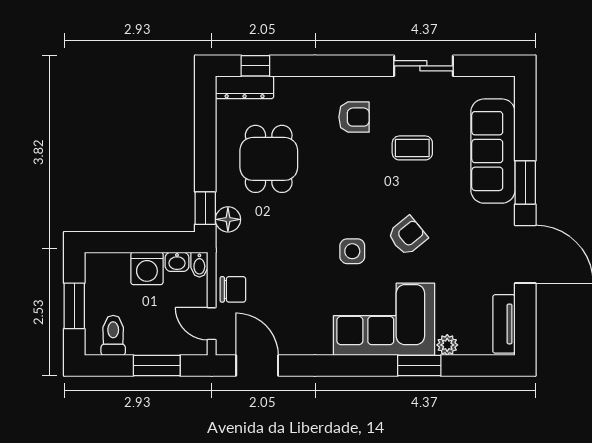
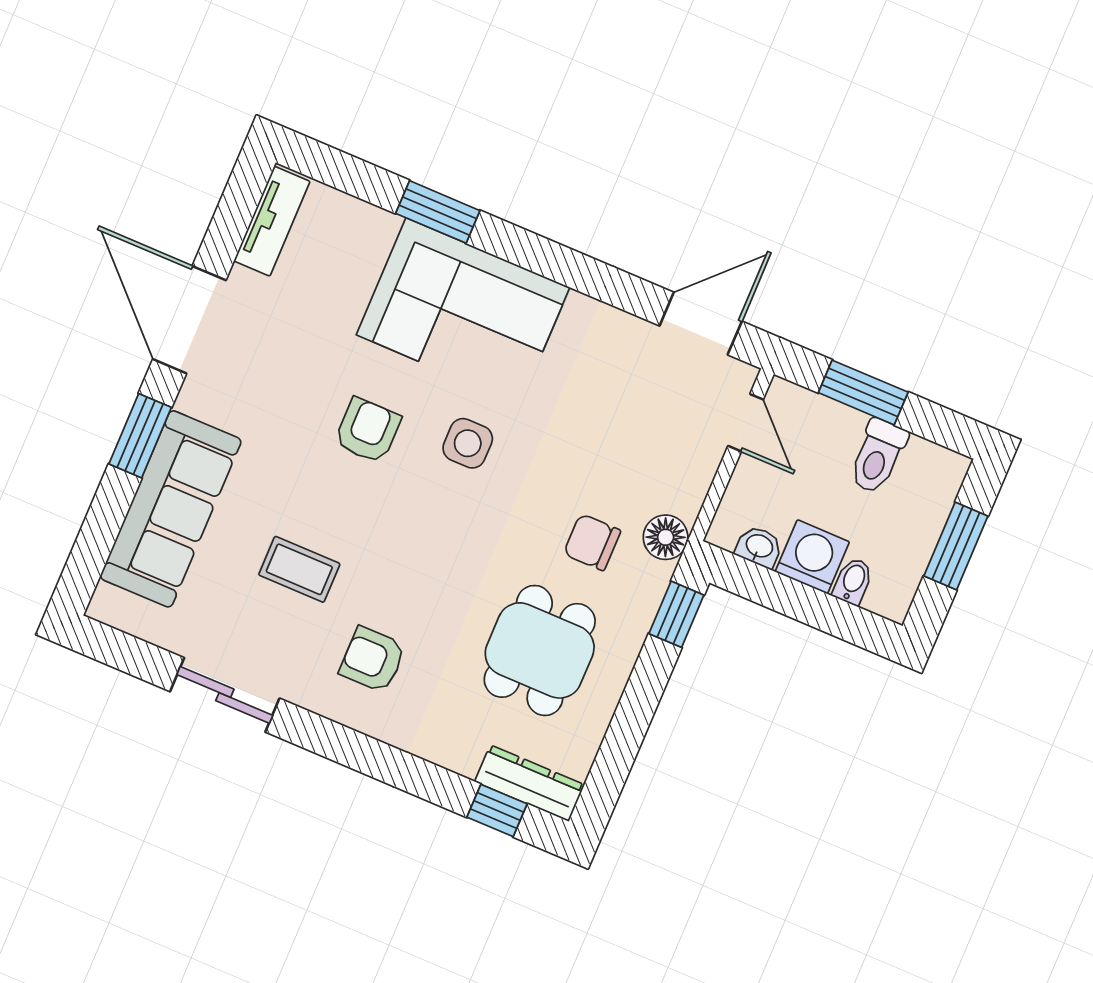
floor lamp: (228, 219) -> (666, 537), moved
armchair: (407, 236) -> (368, 430), turned 129
bidet: (199, 265) -> (853, 581), moved
chair: (233, 289) -> (592, 542), moved
toilet: (113, 335) -> (878, 456), moved
plant: (447, 345) -> (378, 226), removed
door: (257, 366) -> (701, 323), swing flipped

